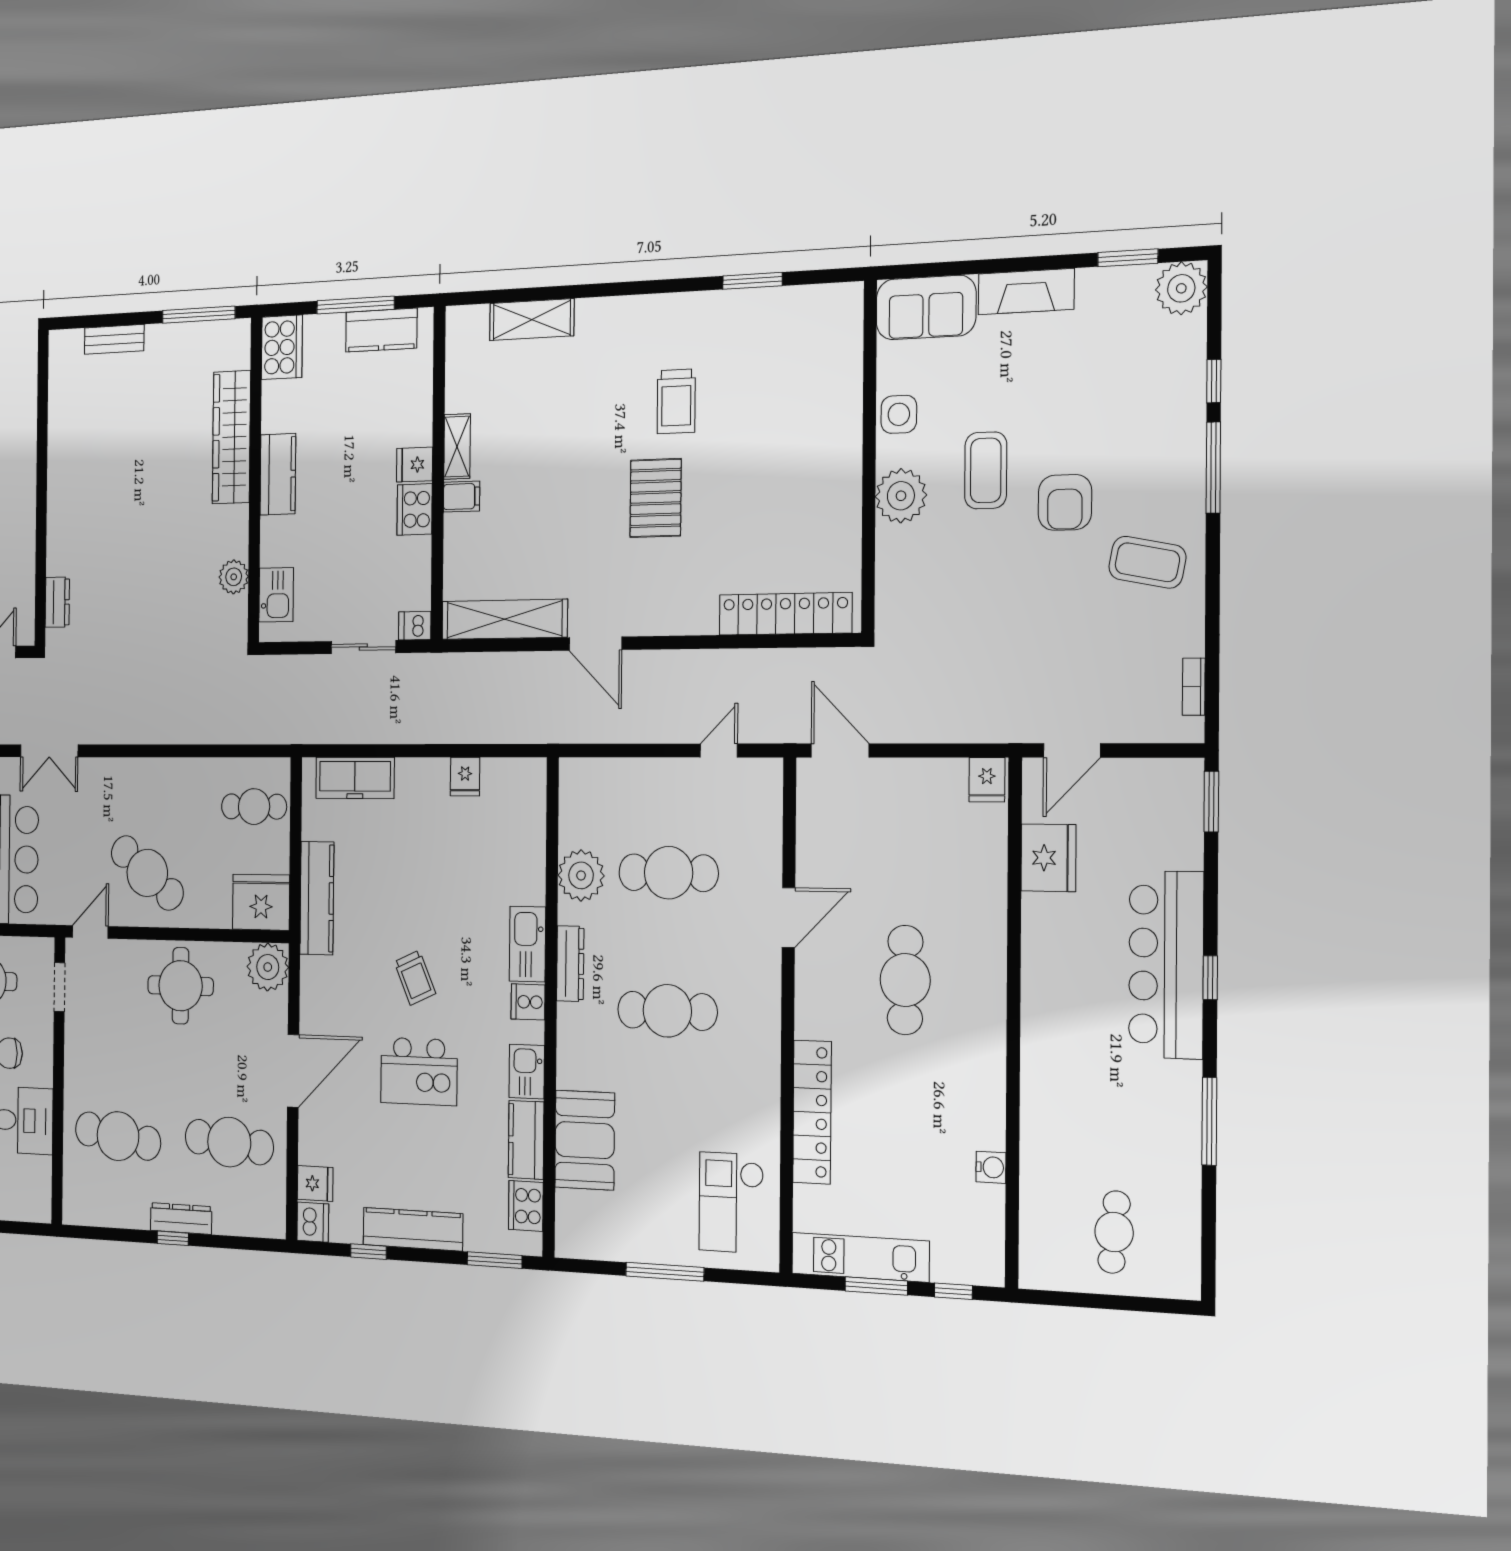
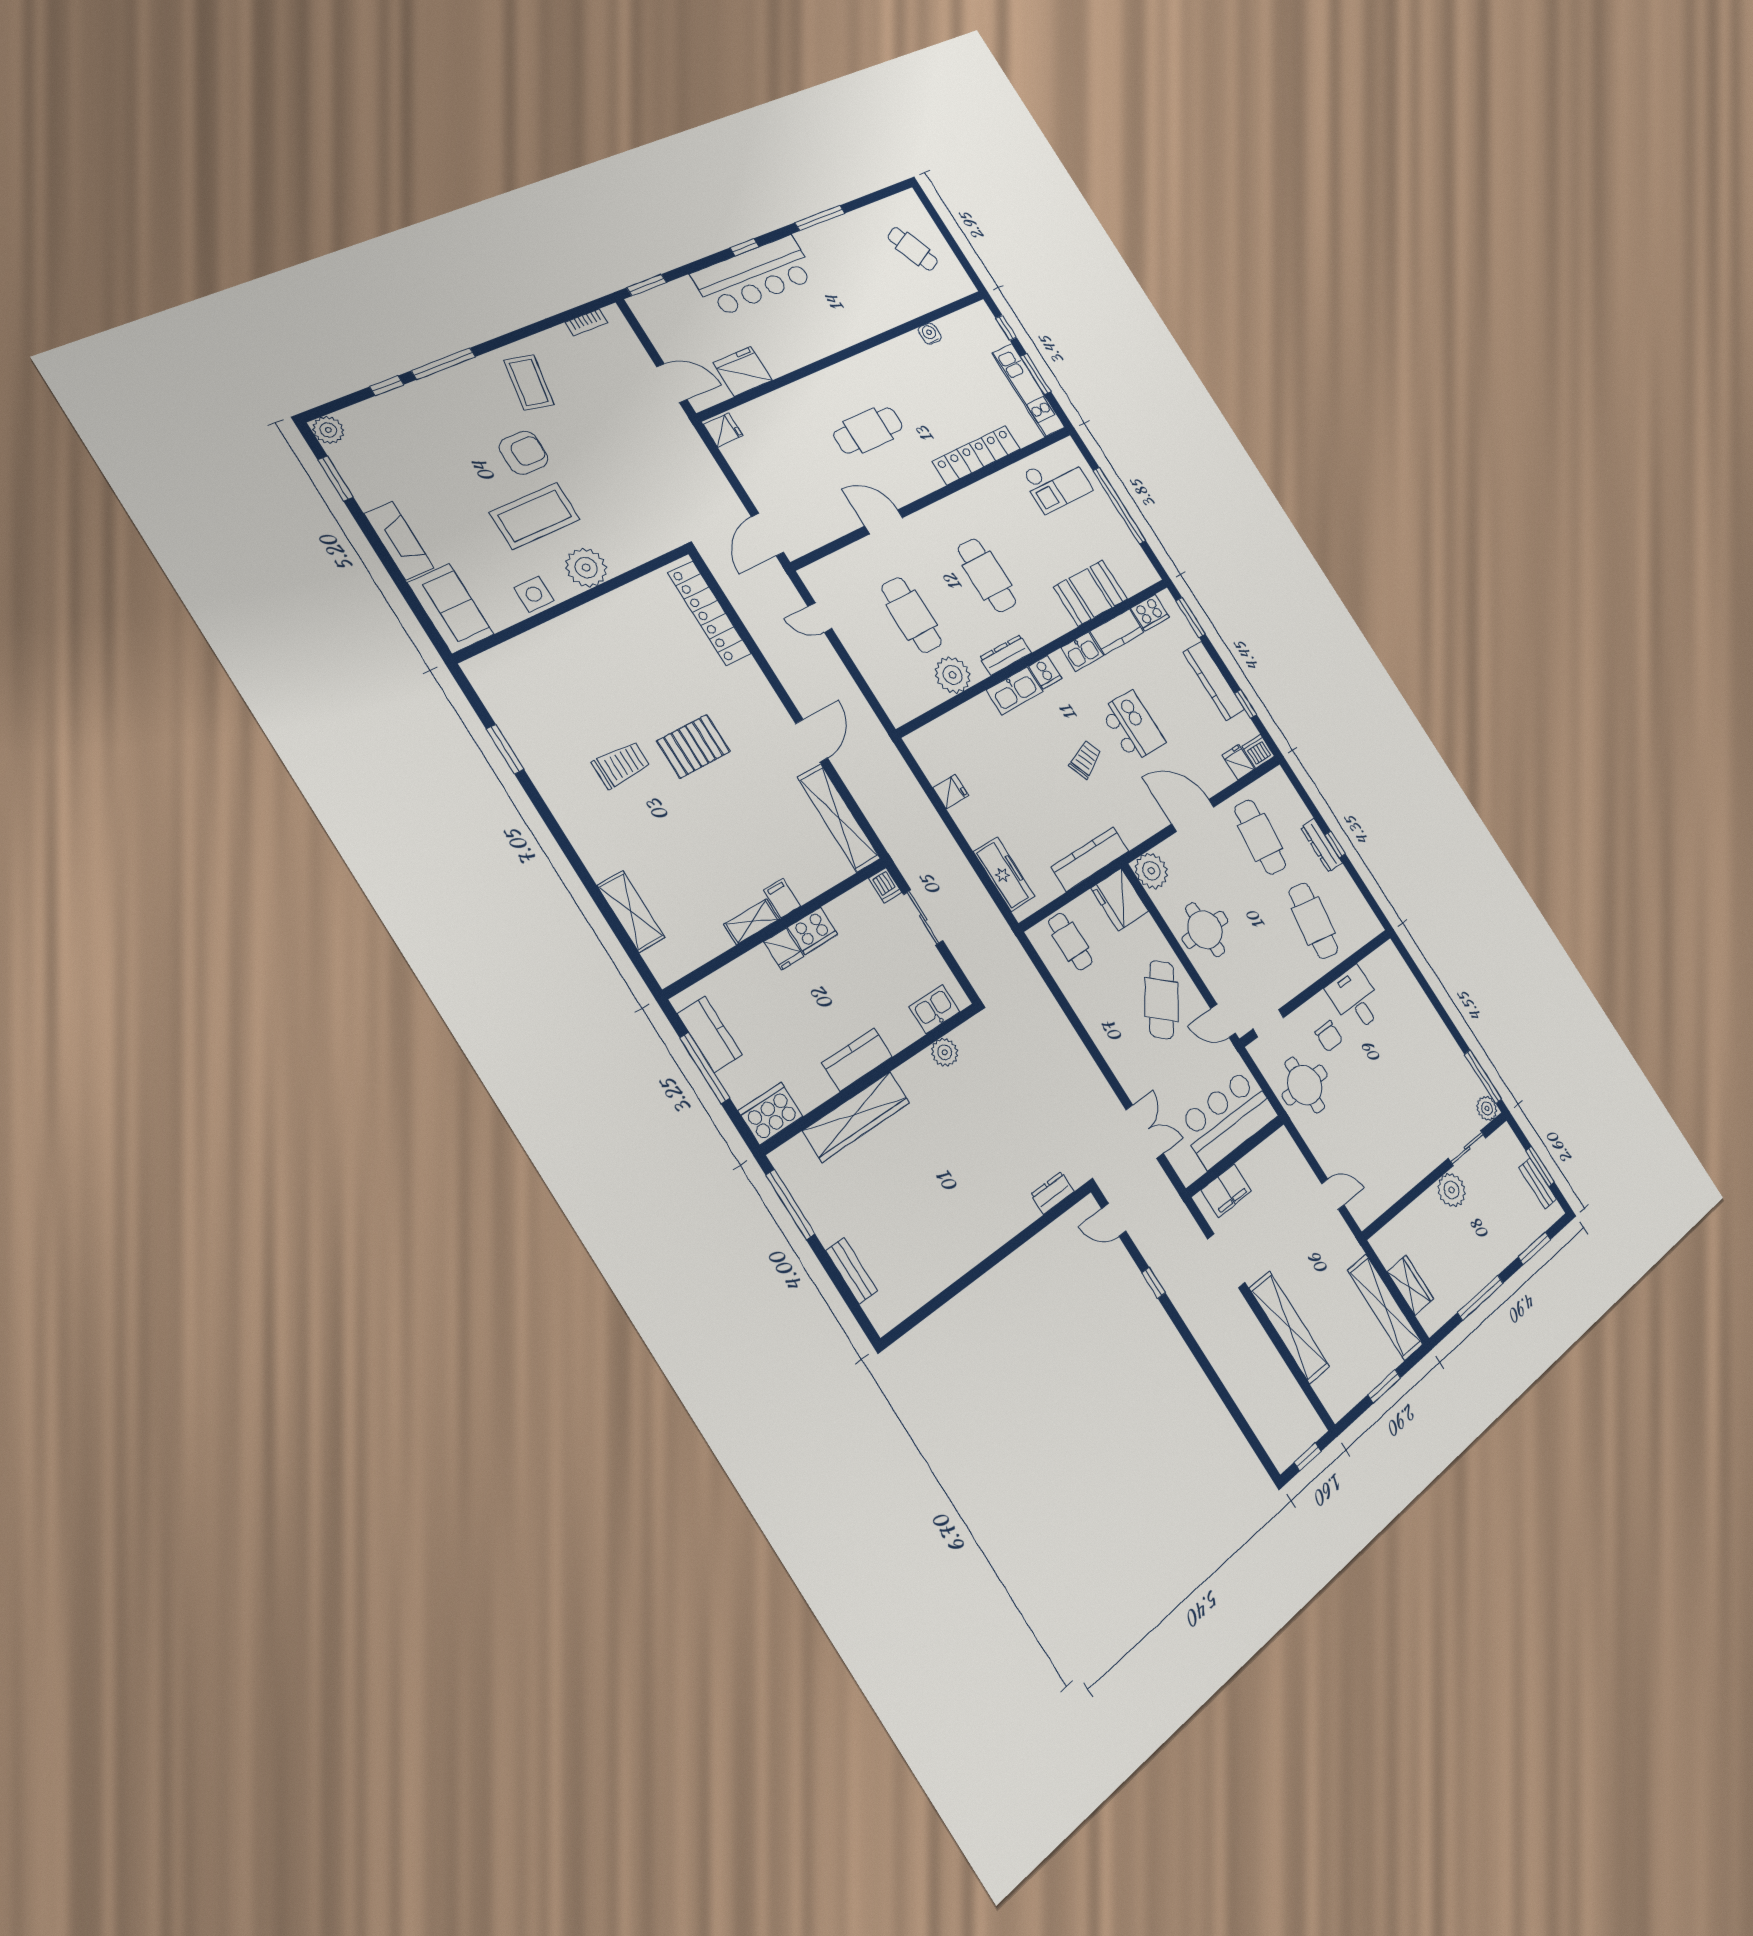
plant: (1181, 288) -> (328, 430), width x0.73, depth x0.73
coffee table: (986, 470) -> (535, 516), width x1.36, depth x1.32
cafe table: (1114, 1232) -> (913, 249), turned 60
window: (665, 1272) -> (1119, 506), width x1.46

